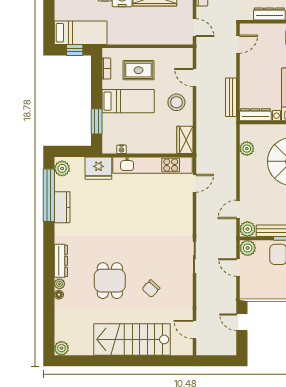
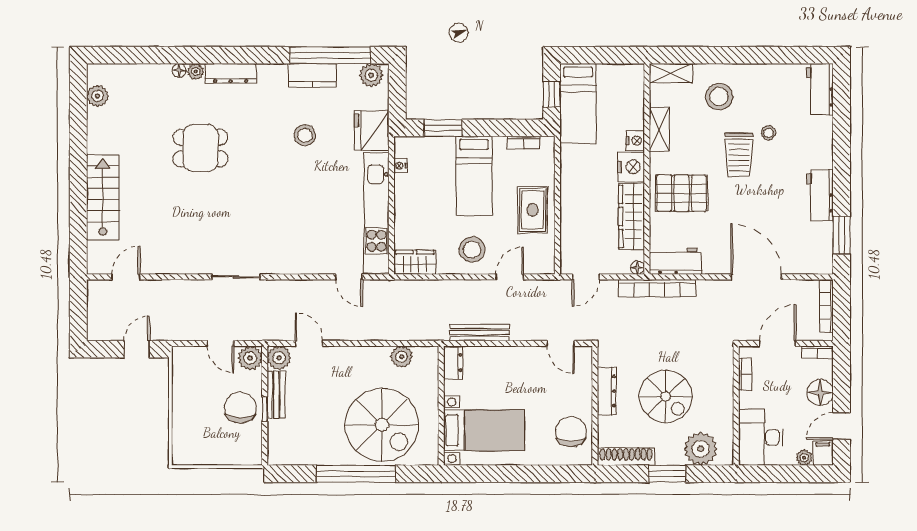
rug: (139, 70) -> (532, 210), moved
dresser: (255, 115) -> (453, 362), width x0.70
stool: (101, 212) -> (305, 135), added
door: (238, 268) -> (220, 343), swing flipped
chair: (151, 289) -> (188, 211), removed
stairs: (132, 339) -> (103, 197), width x0.73, depth x0.66
plant: (61, 348) -> (97, 96), moved

